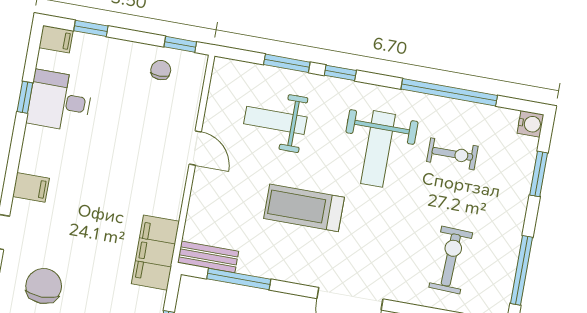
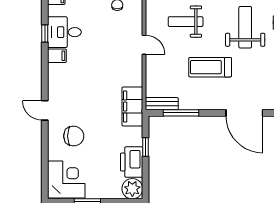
weight bench: (378, 149) -> (245, 27), turned 180
filing cabinet: (31, 187) -> (57, 56), moved
chair: (44, 286) -> (74, 136), turned 90

